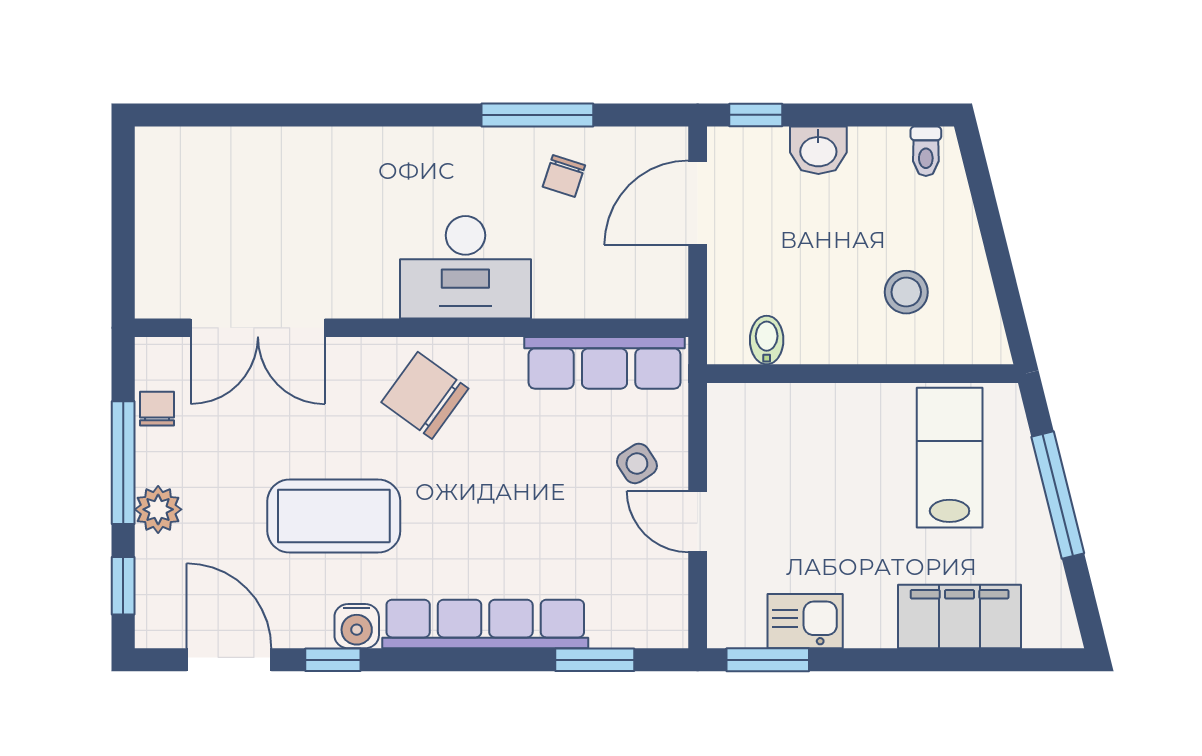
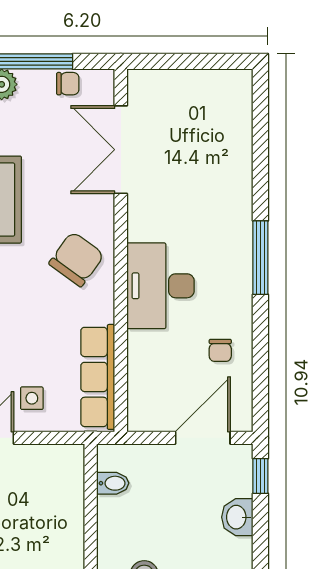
window: (537, 115) -> (260, 258), moved
chair: (564, 176) -> (220, 350), turned -108
door: (698, 203) -> (203, 438), hinge flipped
side table: (637, 463) -> (32, 398), turned 33

